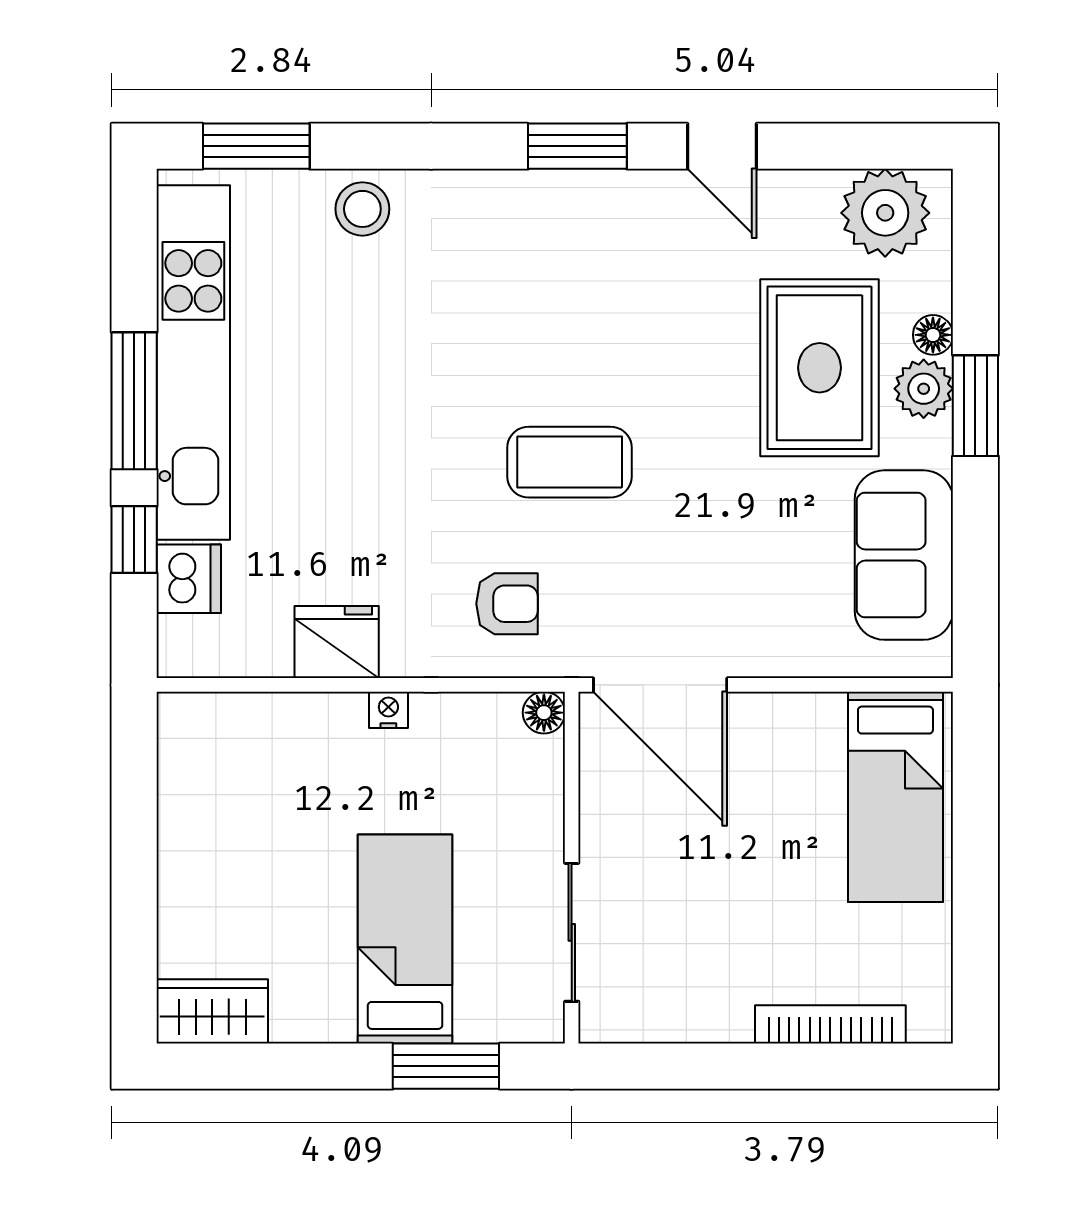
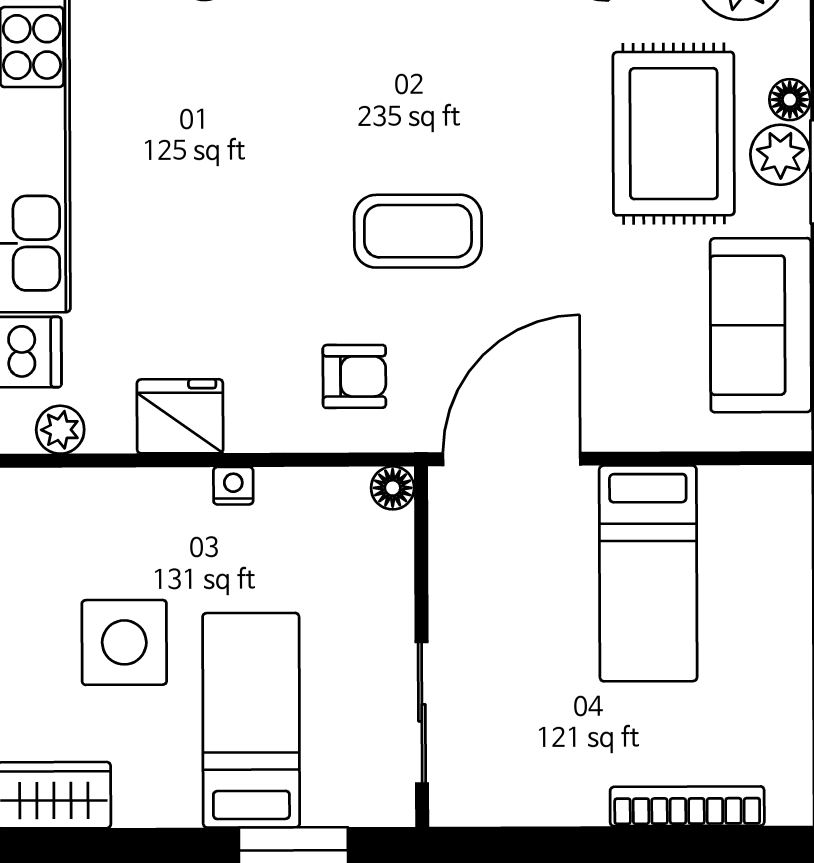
plant: (220, 655) -> (60, 430), added
door: (660, 685) -> (512, 459), swing flipped
bed: (895, 797) -> (648, 573), moved
side table: (281, 863) -> (124, 642), added

